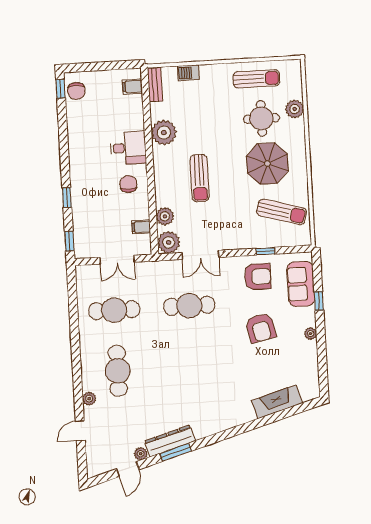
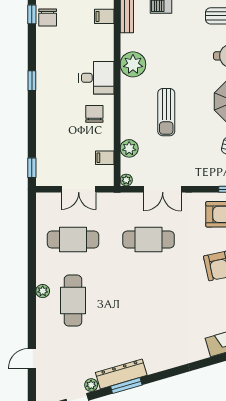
window: (67, 198) -> (32, 81), moved
plant: (169, 242) -> (126, 180), width x0.53, depth x0.53
plant: (89, 399) -> (43, 291), moved

